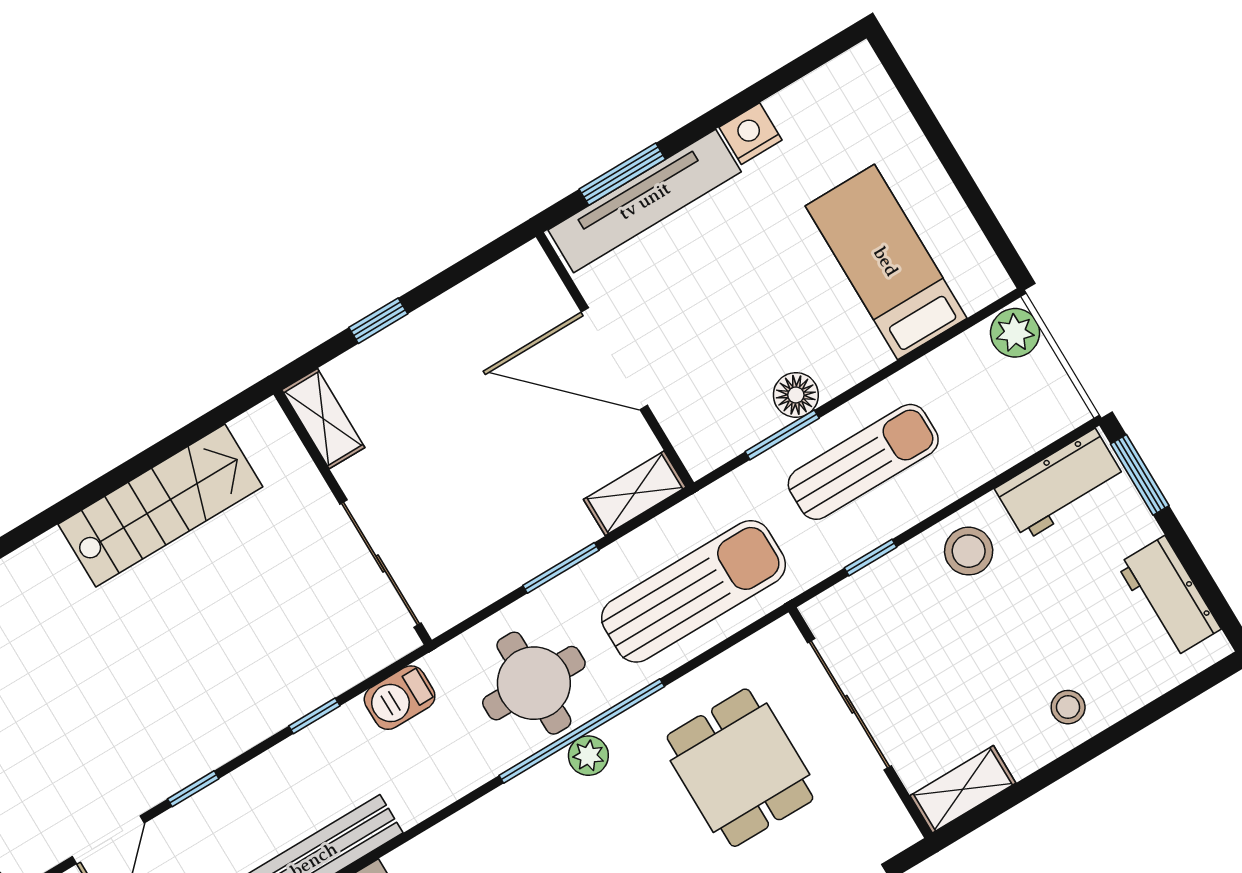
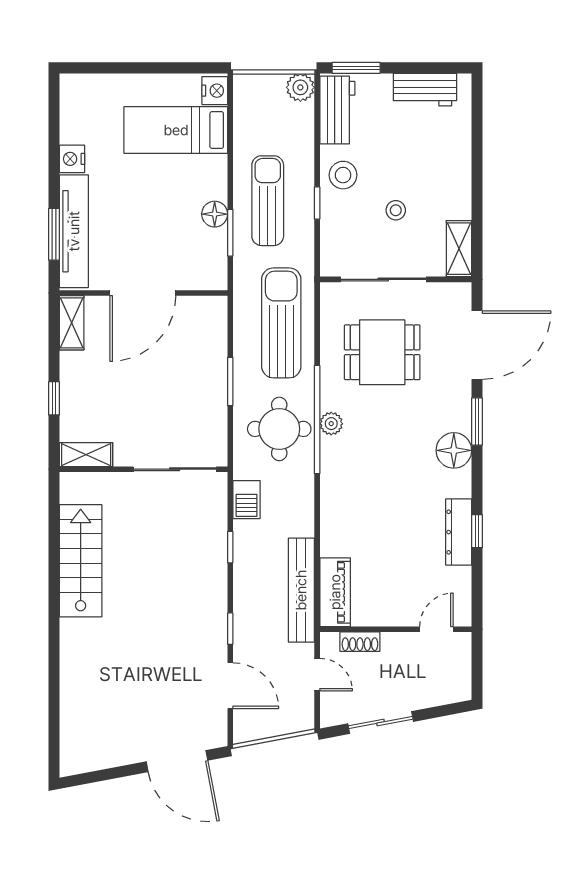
nightstand: (980, 285) -> (215, 91), added
plant: (1015, 333) -> (300, 87), moved
shelving: (635, 493) -> (72, 323), moved
window: (870, 557) -> (317, 203), moved
stool: (1068, 707) -> (396, 210), moved

